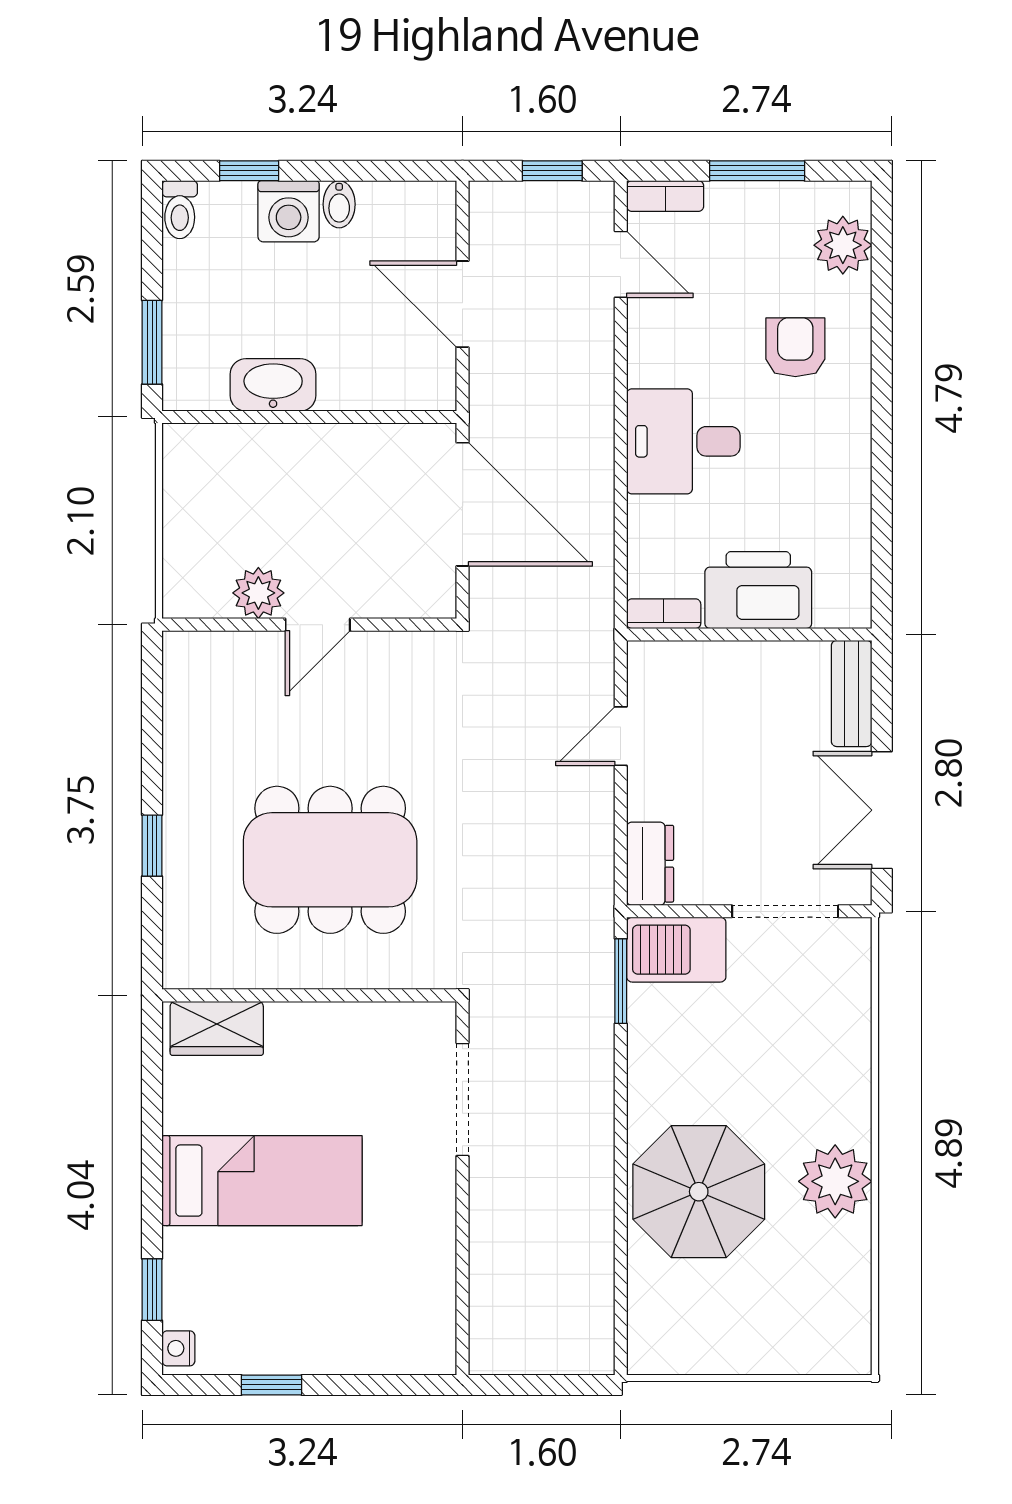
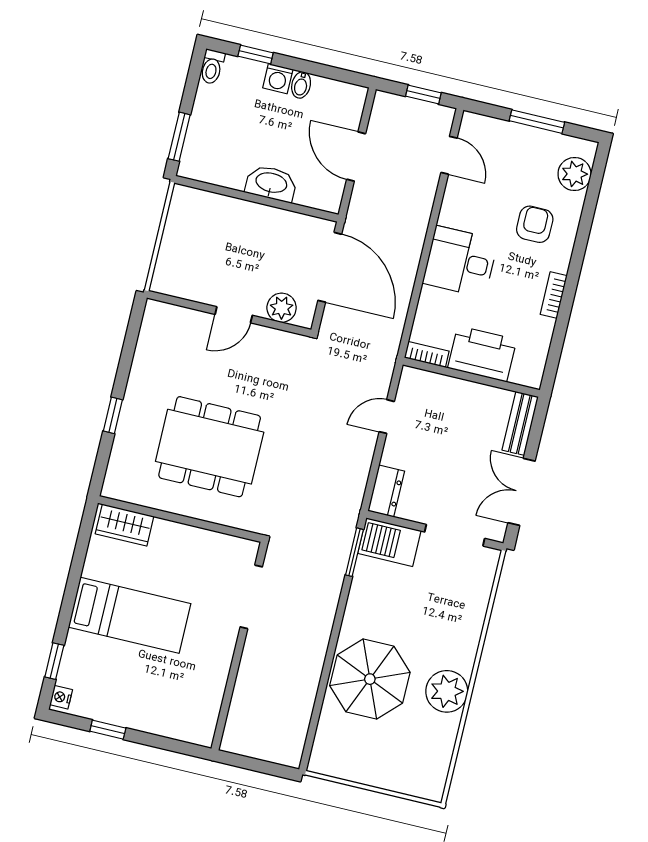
bookcase: (665, 196) -> (554, 295), moved, turned 90
washing machine: (289, 211) -> (278, 79), width x0.73, depth x0.73
washbasin: (273, 385) -> (271, 183), moved
plant: (258, 593) -> (282, 308), moved

